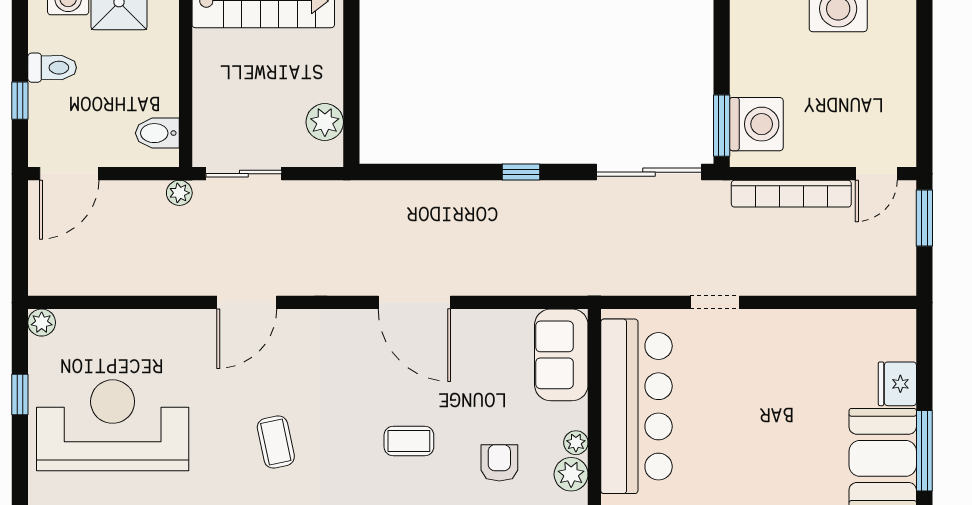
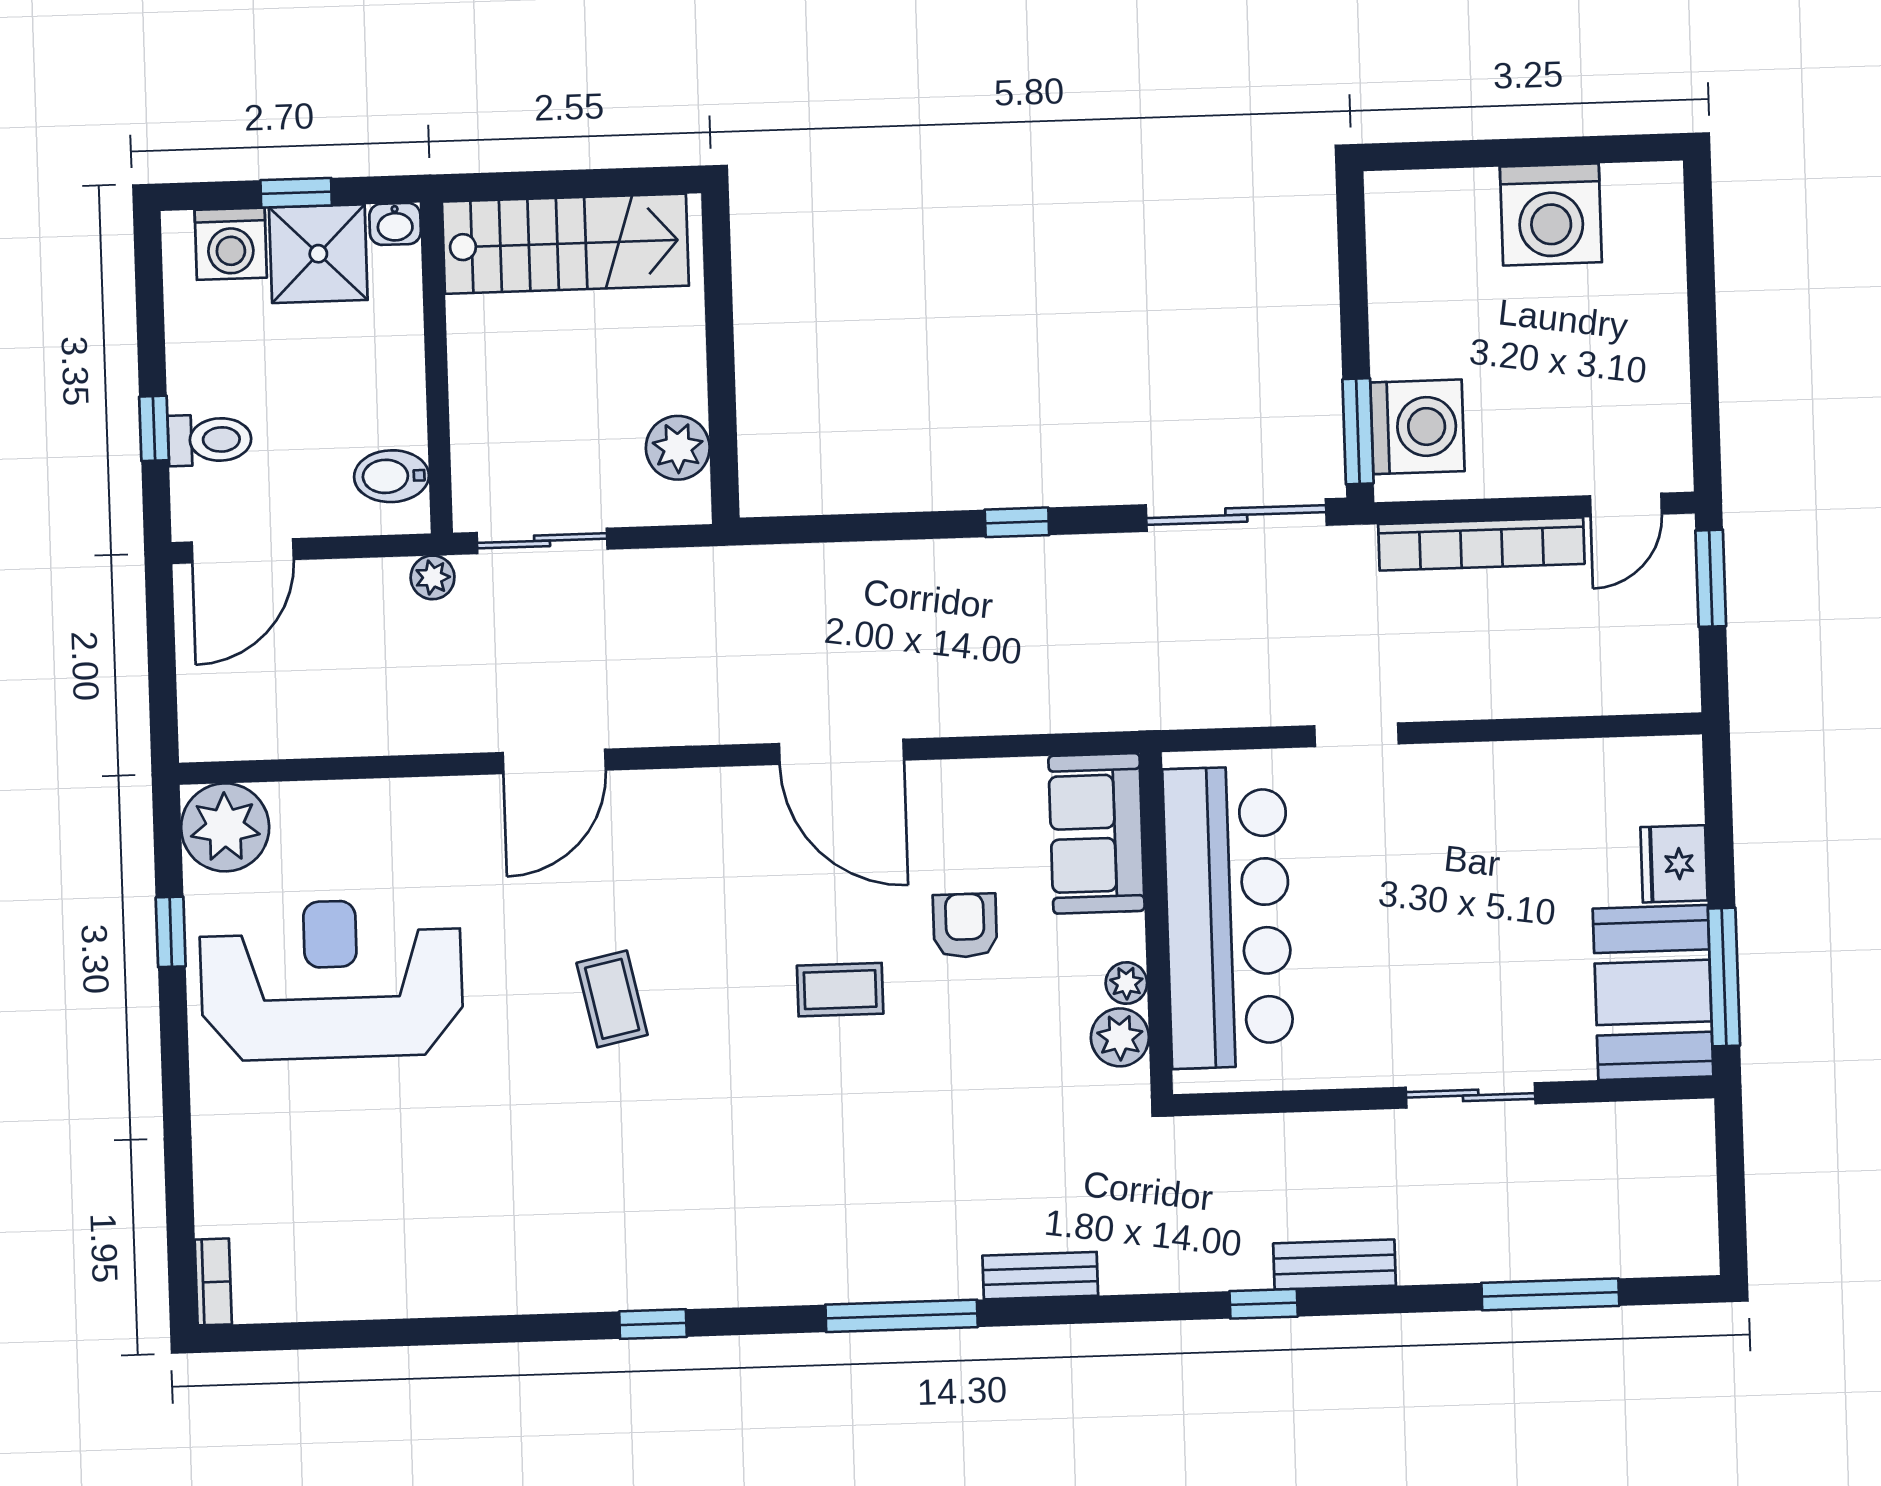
toilet: (52, 68) -> (210, 440), moved
plant: (42, 323) -> (225, 827), width x1.88, depth x1.88
armchair: (499, 463) -> (965, 926), moved

